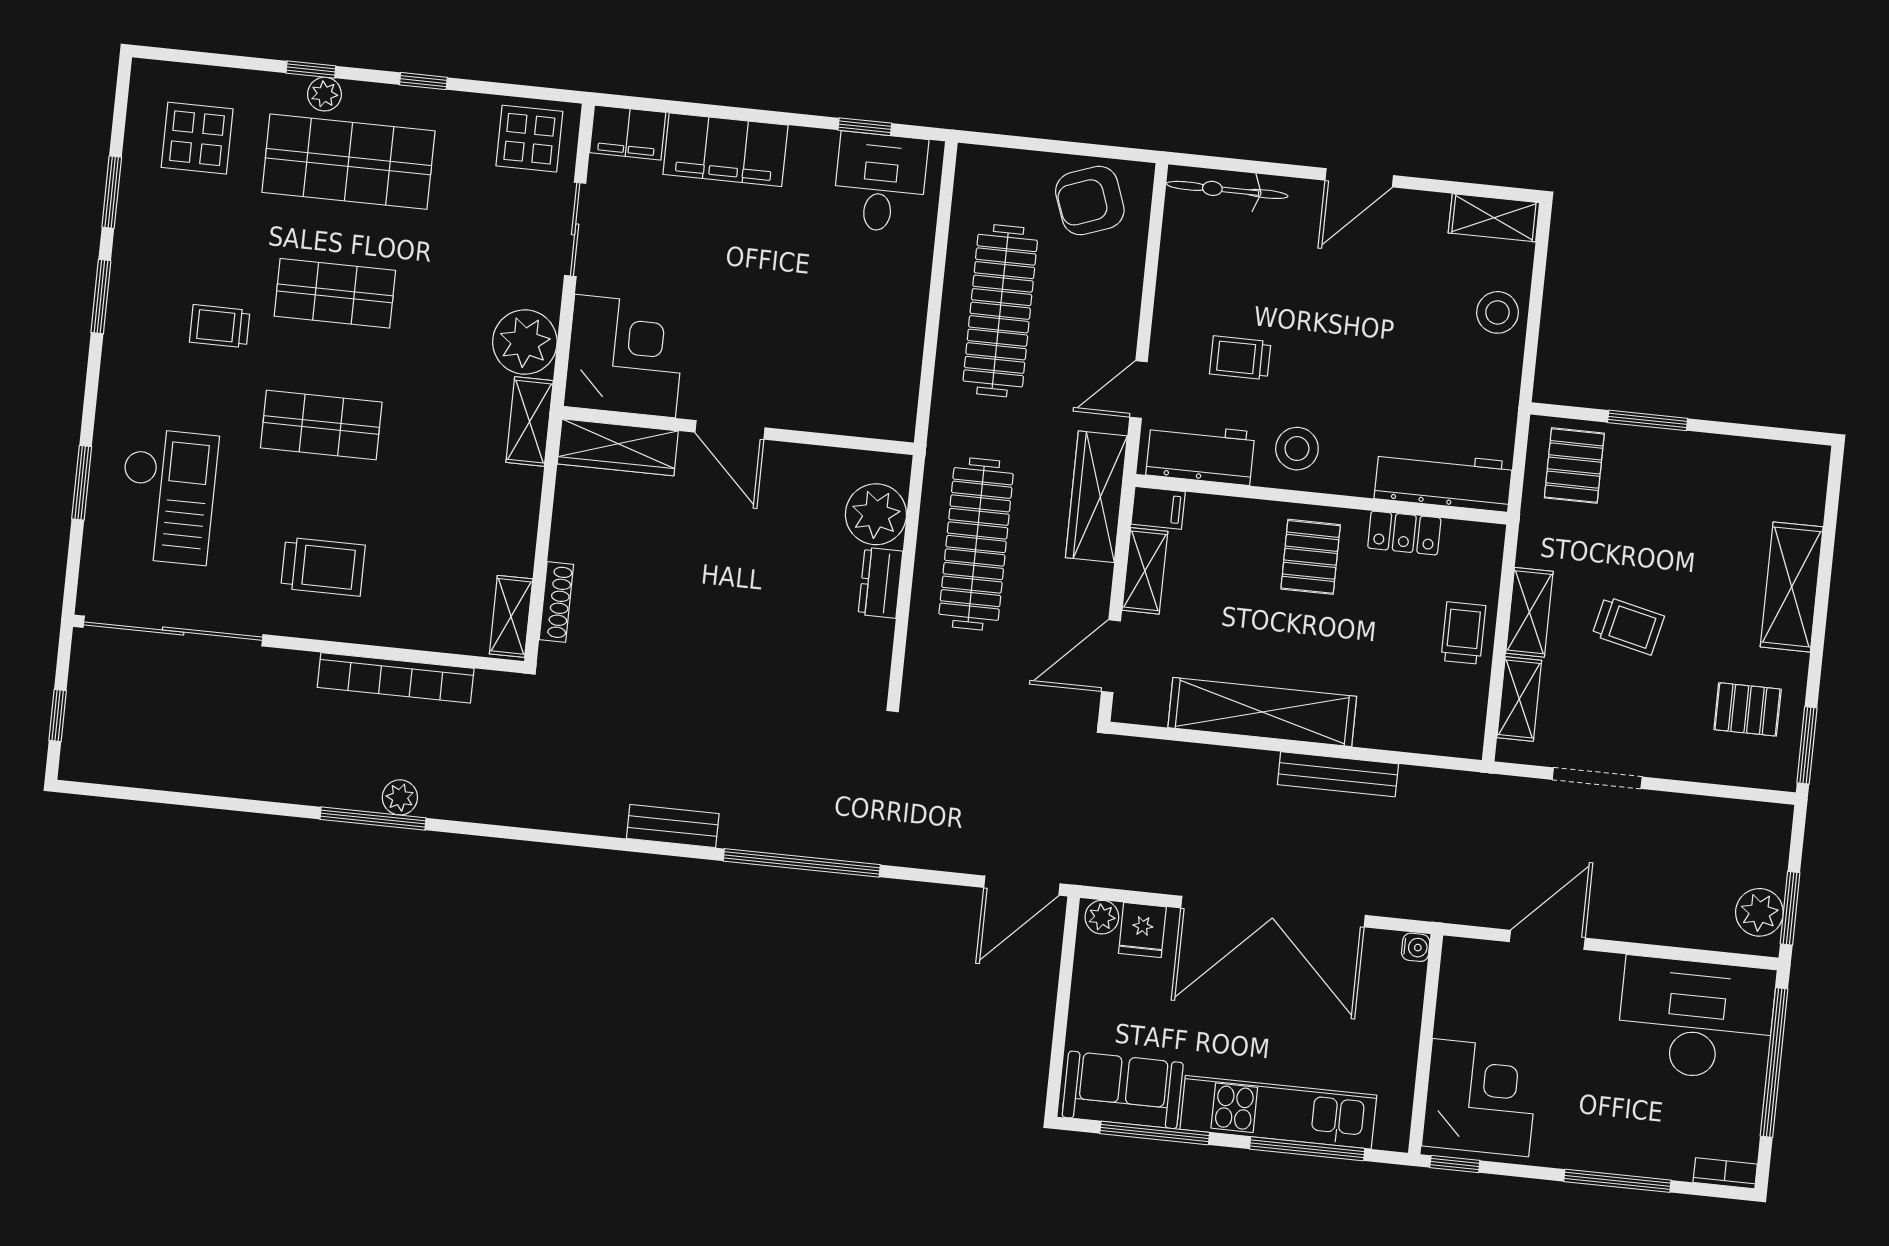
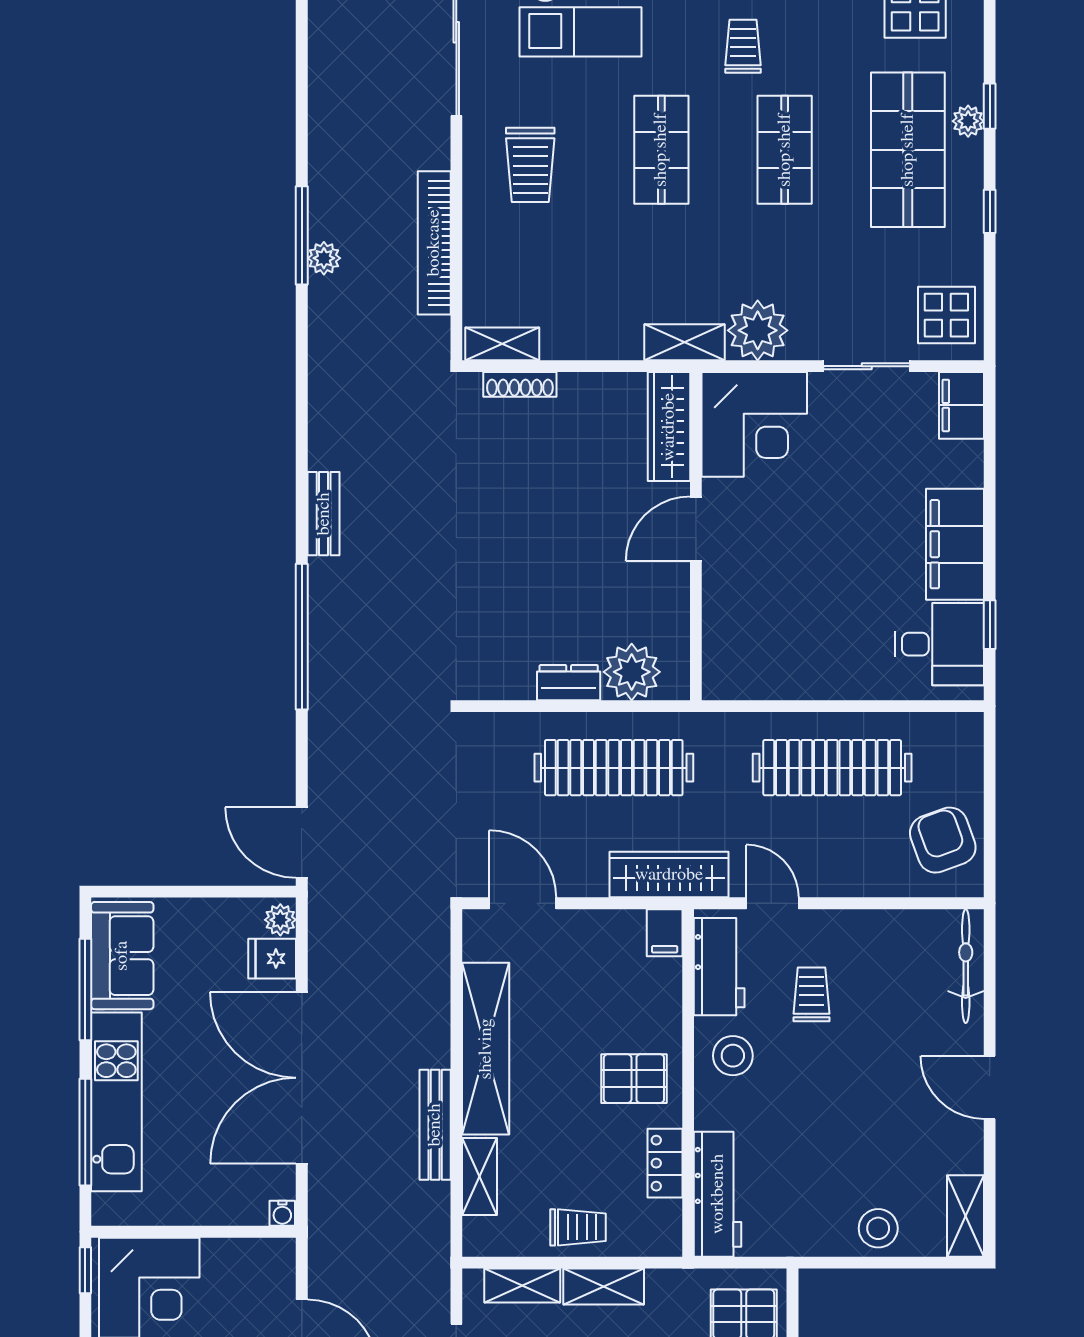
filing cabinet: (725, 150) -> (955, 544), moved
shelving: (1145, 571) -> (480, 1177), moved, turned 90

